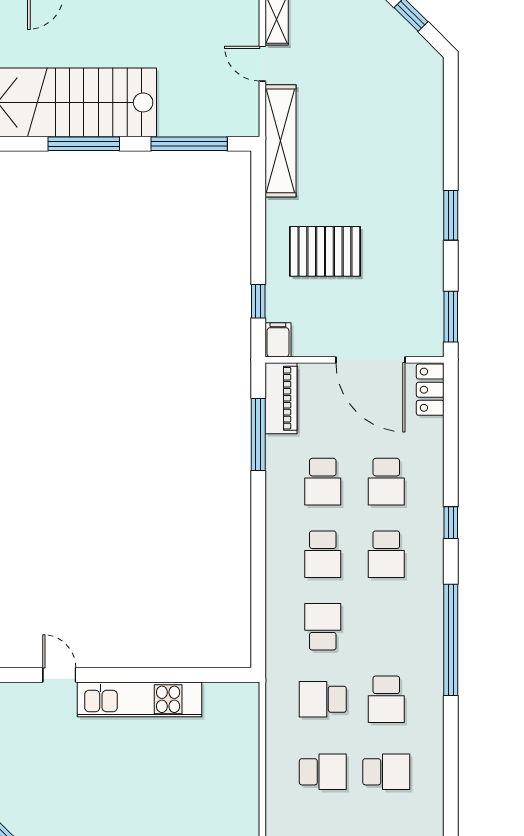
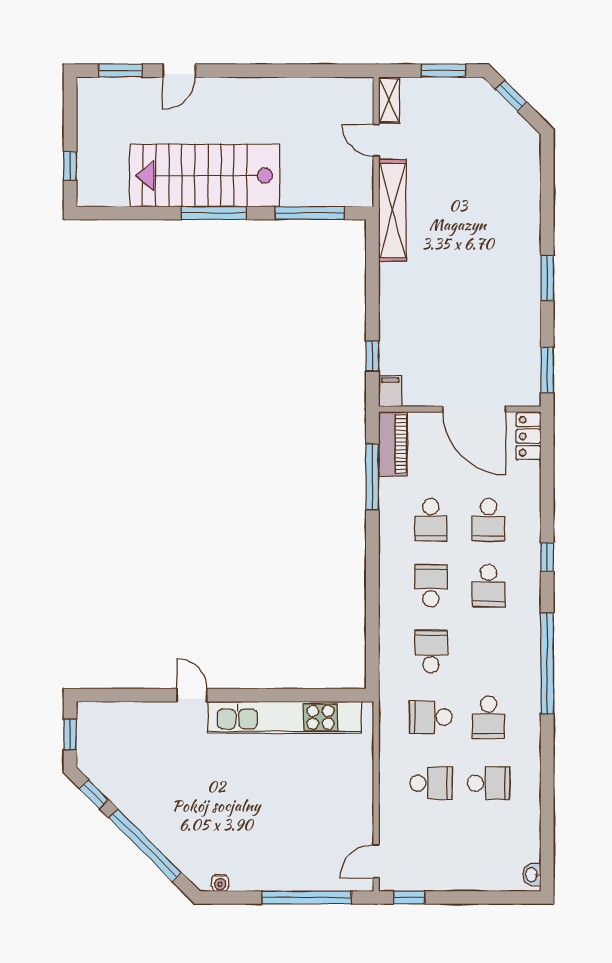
pallet: (325, 251) -> (433, 311), removed
school desk: (323, 554) -> (431, 586), turned 180
kitchen unit: (139, 699) -> (285, 717), width x1.36

